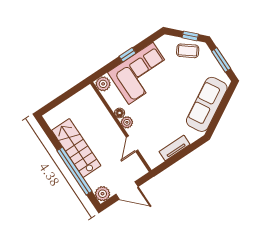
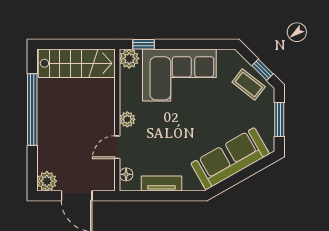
window: (128, 55) -> (144, 44), moved
floor lamp: (120, 113) -> (126, 174), moved
stairs: (76, 148) -> (77, 63), moved, turned 90
window: (74, 171) -> (32, 109), moved

